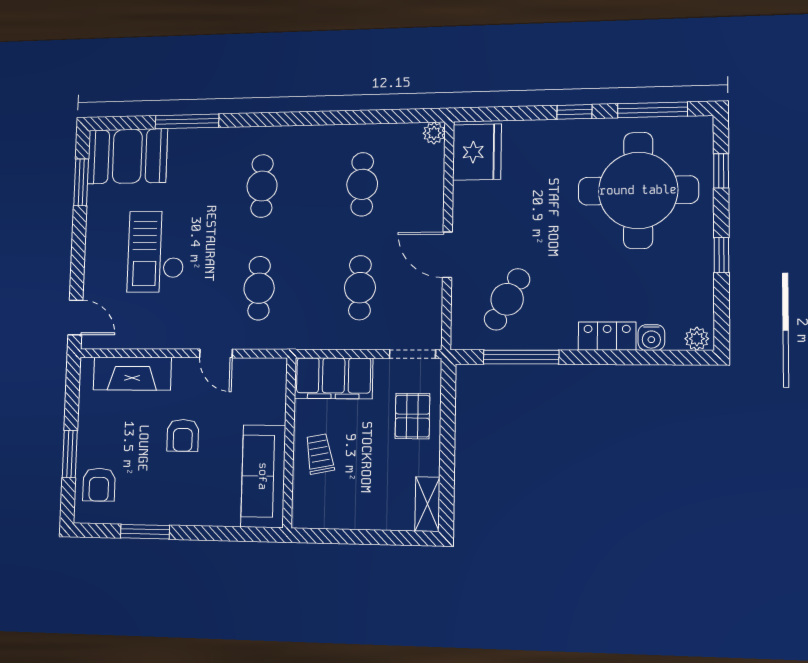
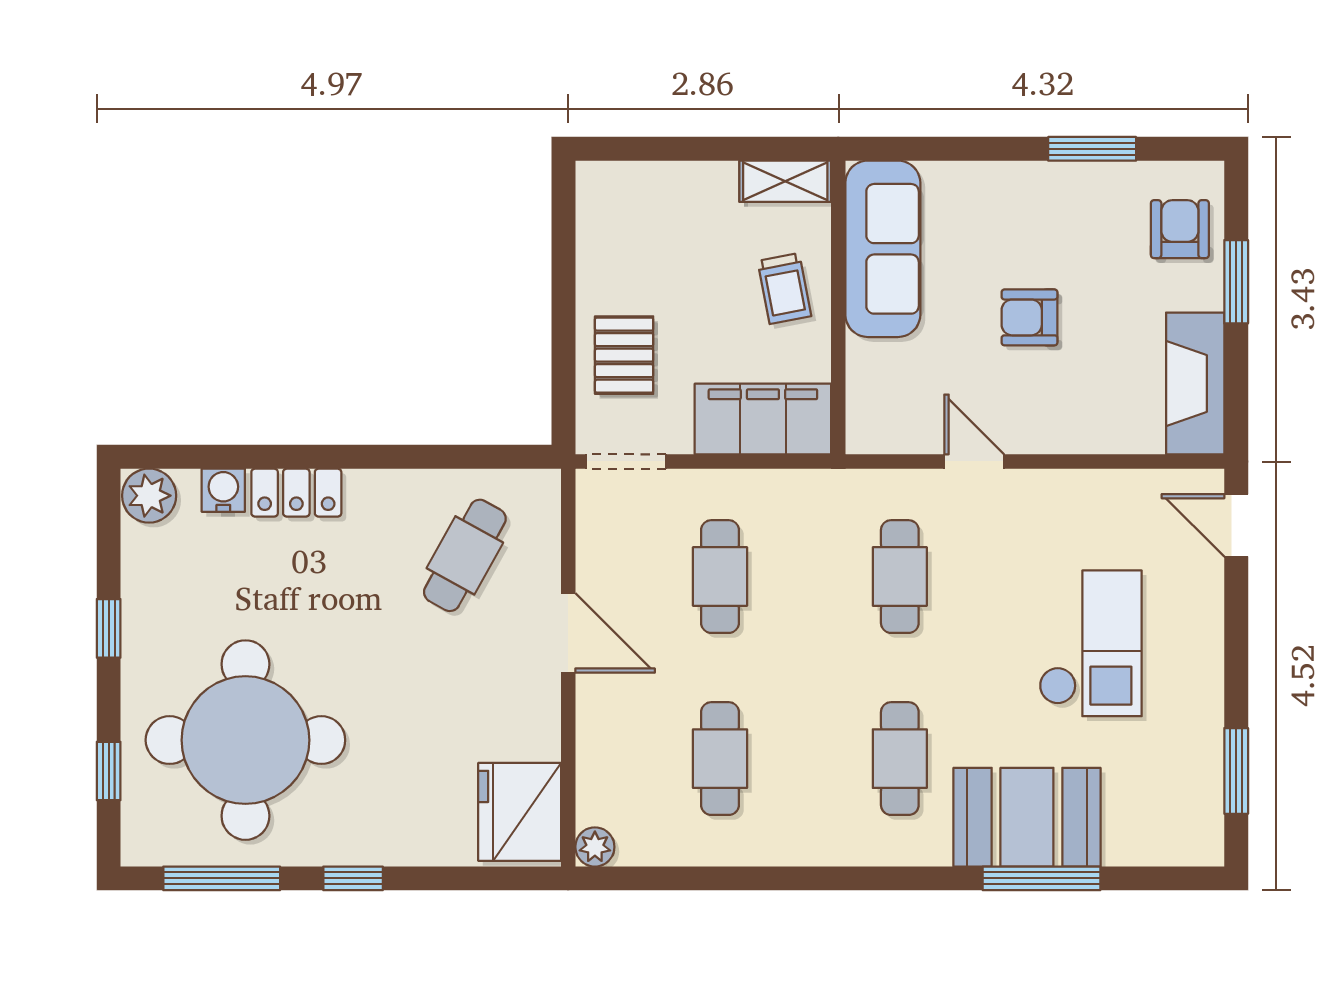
booth: (127, 156) -> (1027, 817), moved
plant: (697, 339) -> (149, 496), width x1.38, depth x1.38
window: (521, 357) -> (440, 457), removed
fireplace: (132, 374) -> (1195, 383), moved, turned -90
armchair: (183, 435) -> (1030, 317), turned -90
shelving: (427, 504) -> (785, 181), moved, turned 90

